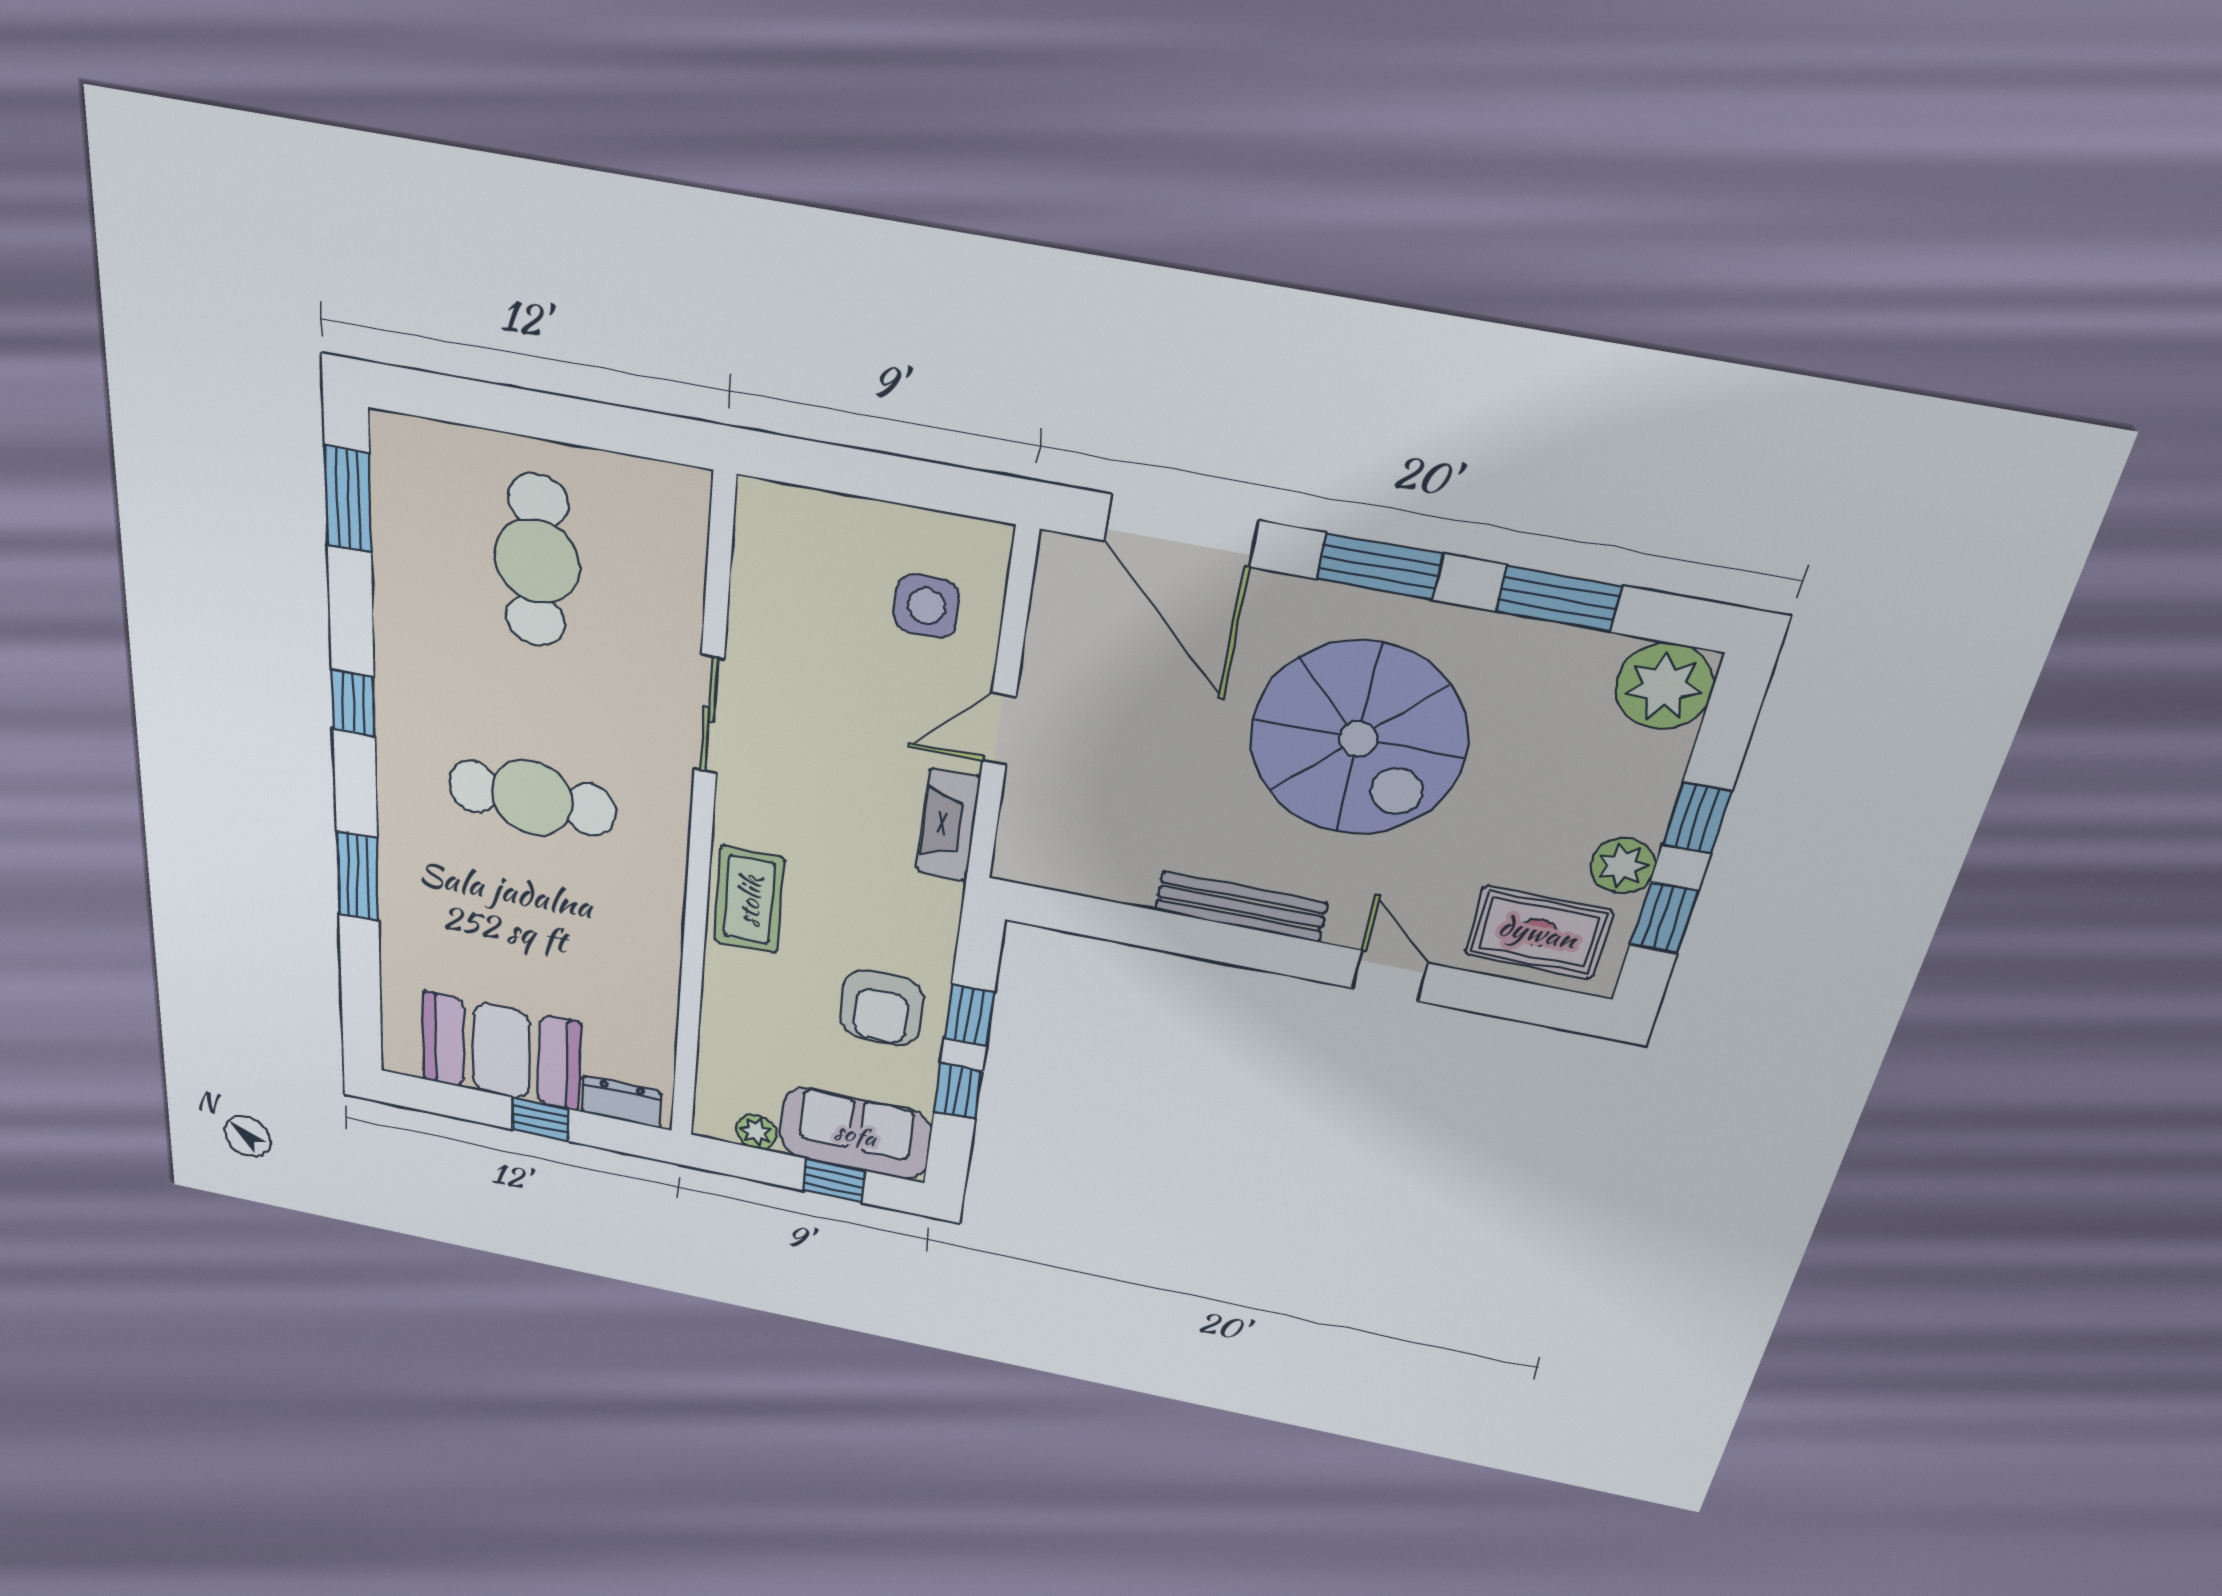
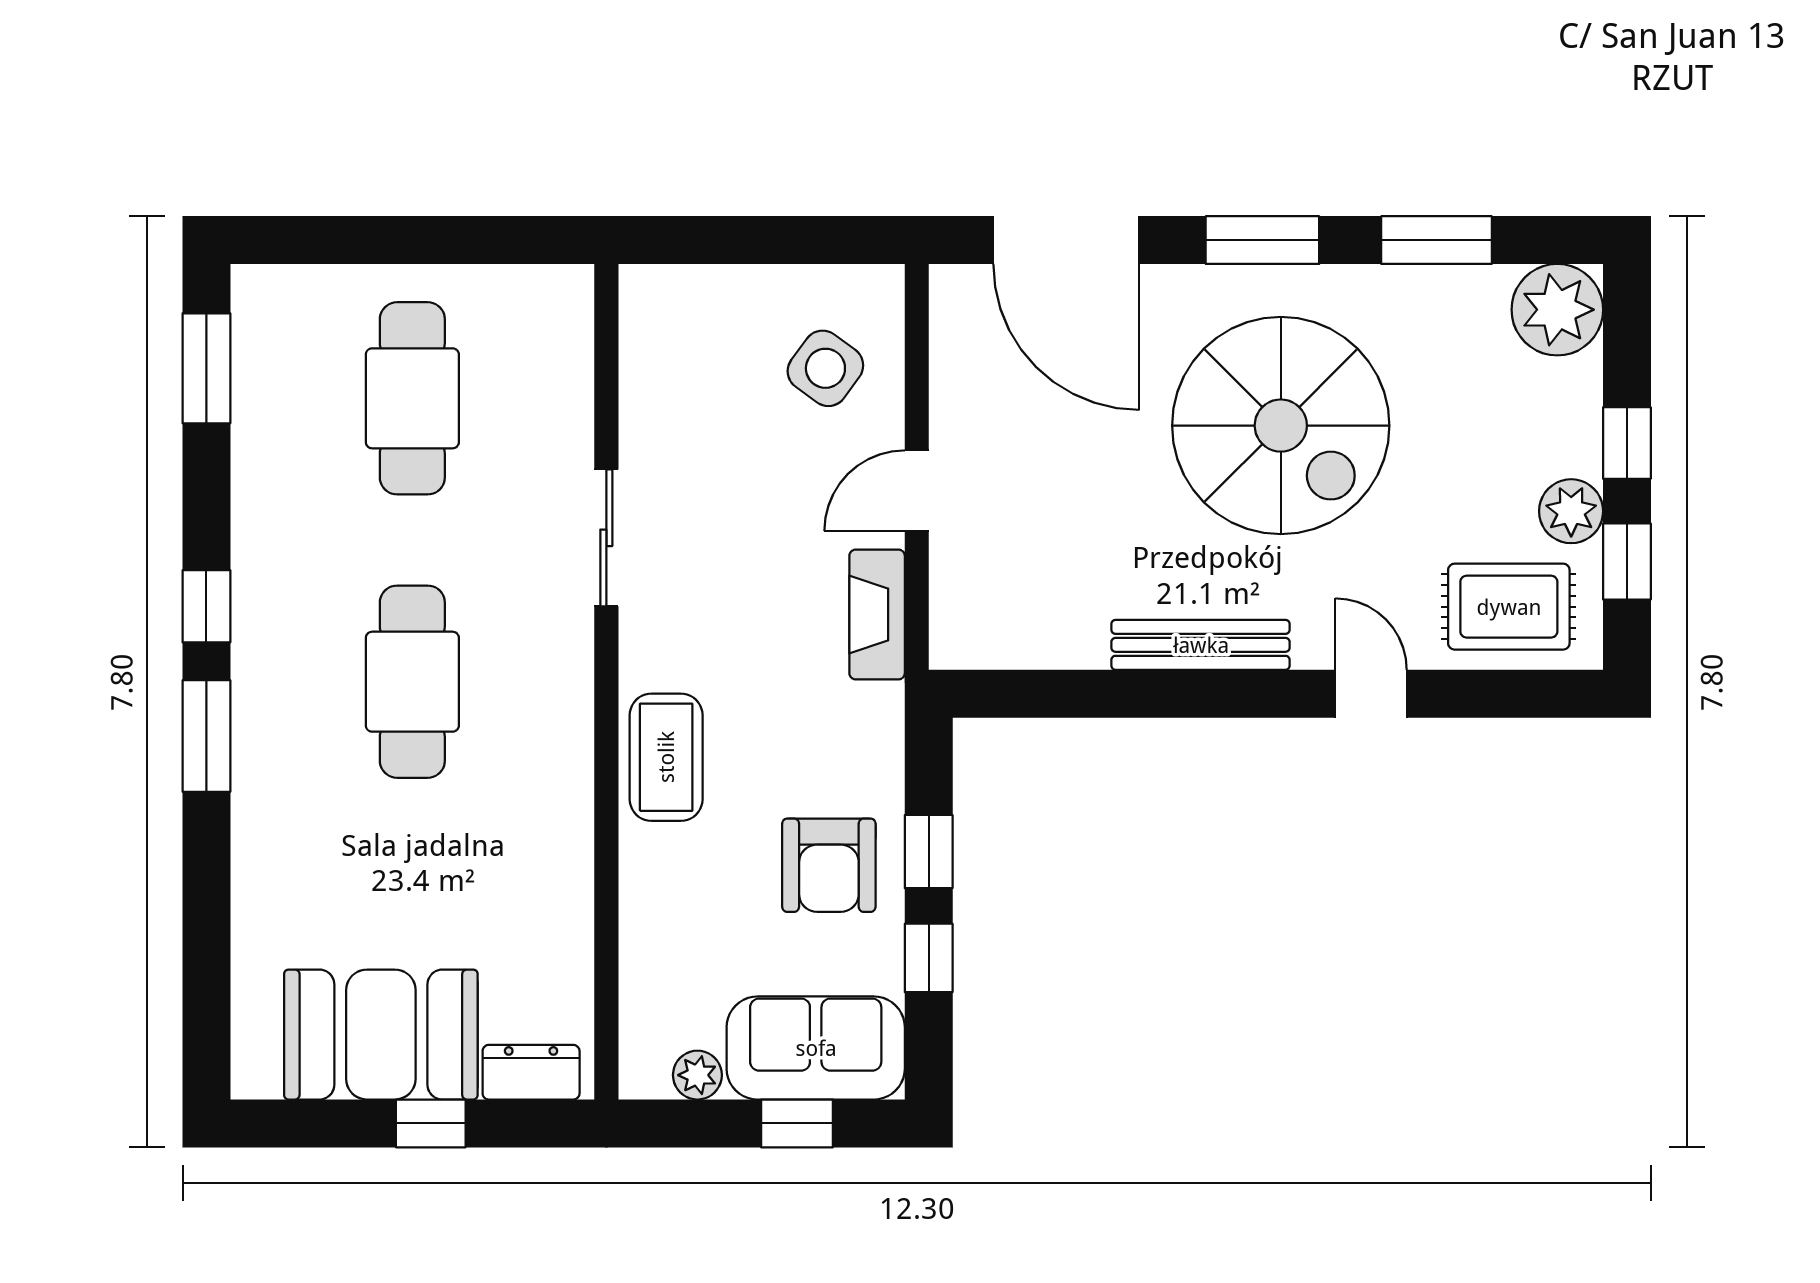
side table: (927, 606) -> (825, 368), turned 36
cafe table: (532, 798) -> (412, 682), turned 90
window: (358, 876) -> (206, 736), moved

